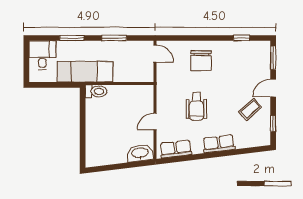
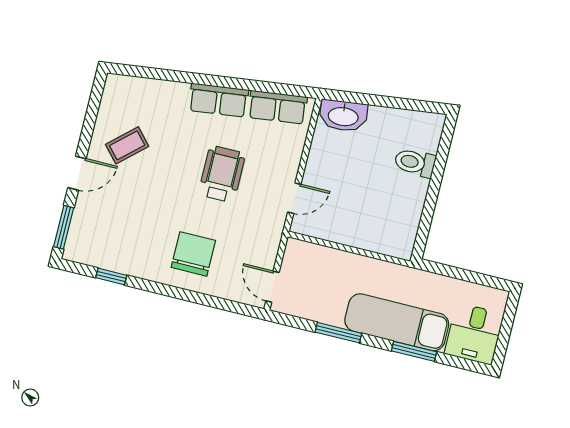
exam couch: (85, 72) -> (397, 322), moved, turned 180
toilet: (96, 91) -> (415, 163), moved
door: (155, 121) -> (294, 198), moved
window: (273, 124) -> (93, 110), removed
row of seats: (219, 144) -> (219, 100), moved

